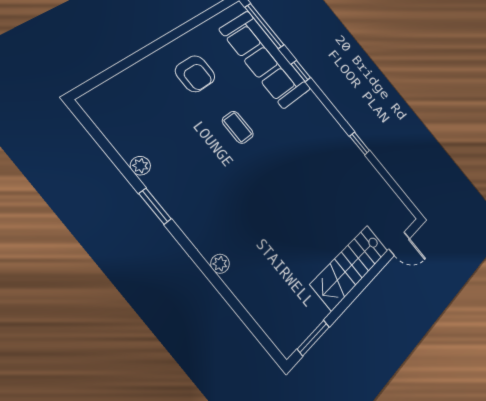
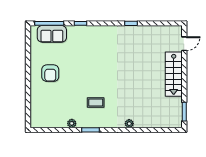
sofa: (265, 59) -> (52, 34), width x0.54, depth x0.79
armchair: (195, 74) -> (50, 73), turned 90
coffee table: (238, 127) -> (96, 102), moved

